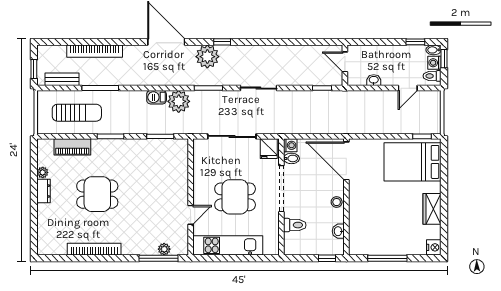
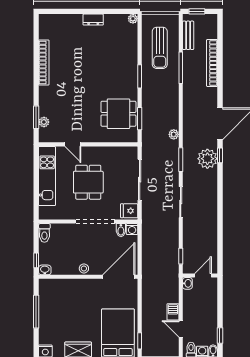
window: (222, 42) -> (220, 155), moved
washbasin: (374, 80) -> (187, 283), moved
barbecue: (157, 97) -> (173, 312), moved
plant: (179, 101) -> (174, 134), width x0.53, depth x0.53
piano: (72, 147) -> (131, 44), removed
plant: (43, 172) -> (133, 19), moved
dining table: (97, 194) -> (118, 114), moved, turned 90
toilet: (295, 225) -> (44, 233), moved
washbasin: (338, 231) -> (45, 270), moved
window: (159, 258) -> (36, 117), width x0.69

